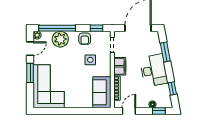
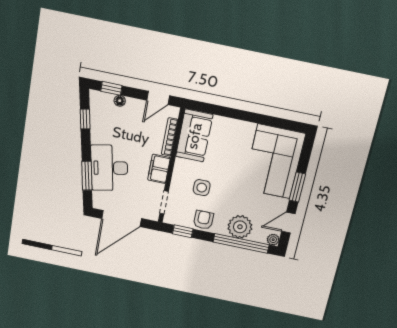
desk: (154, 70) -> (109, 168), moved

